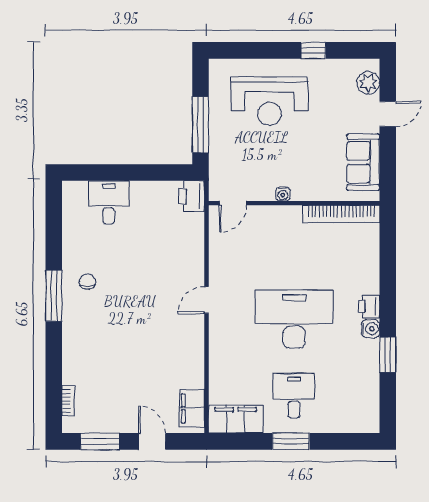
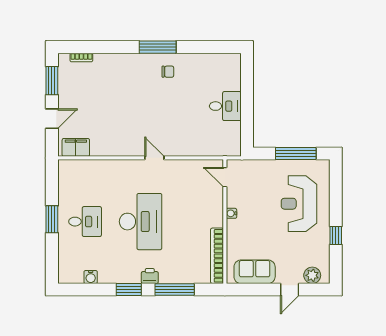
door: (388, 114) -> (290, 290), hinge flipped
window: (200, 125) -> (296, 154), moved
printer: (192, 196) -> (230, 147), removed
desk: (109, 202) -> (225, 106), moved
window: (388, 272) -> (175, 290), added
water cooler: (371, 329) -> (91, 277), moved
window: (388, 355) -> (129, 290), moved
filing cabinet: (236, 419) -> (68, 179), removed

